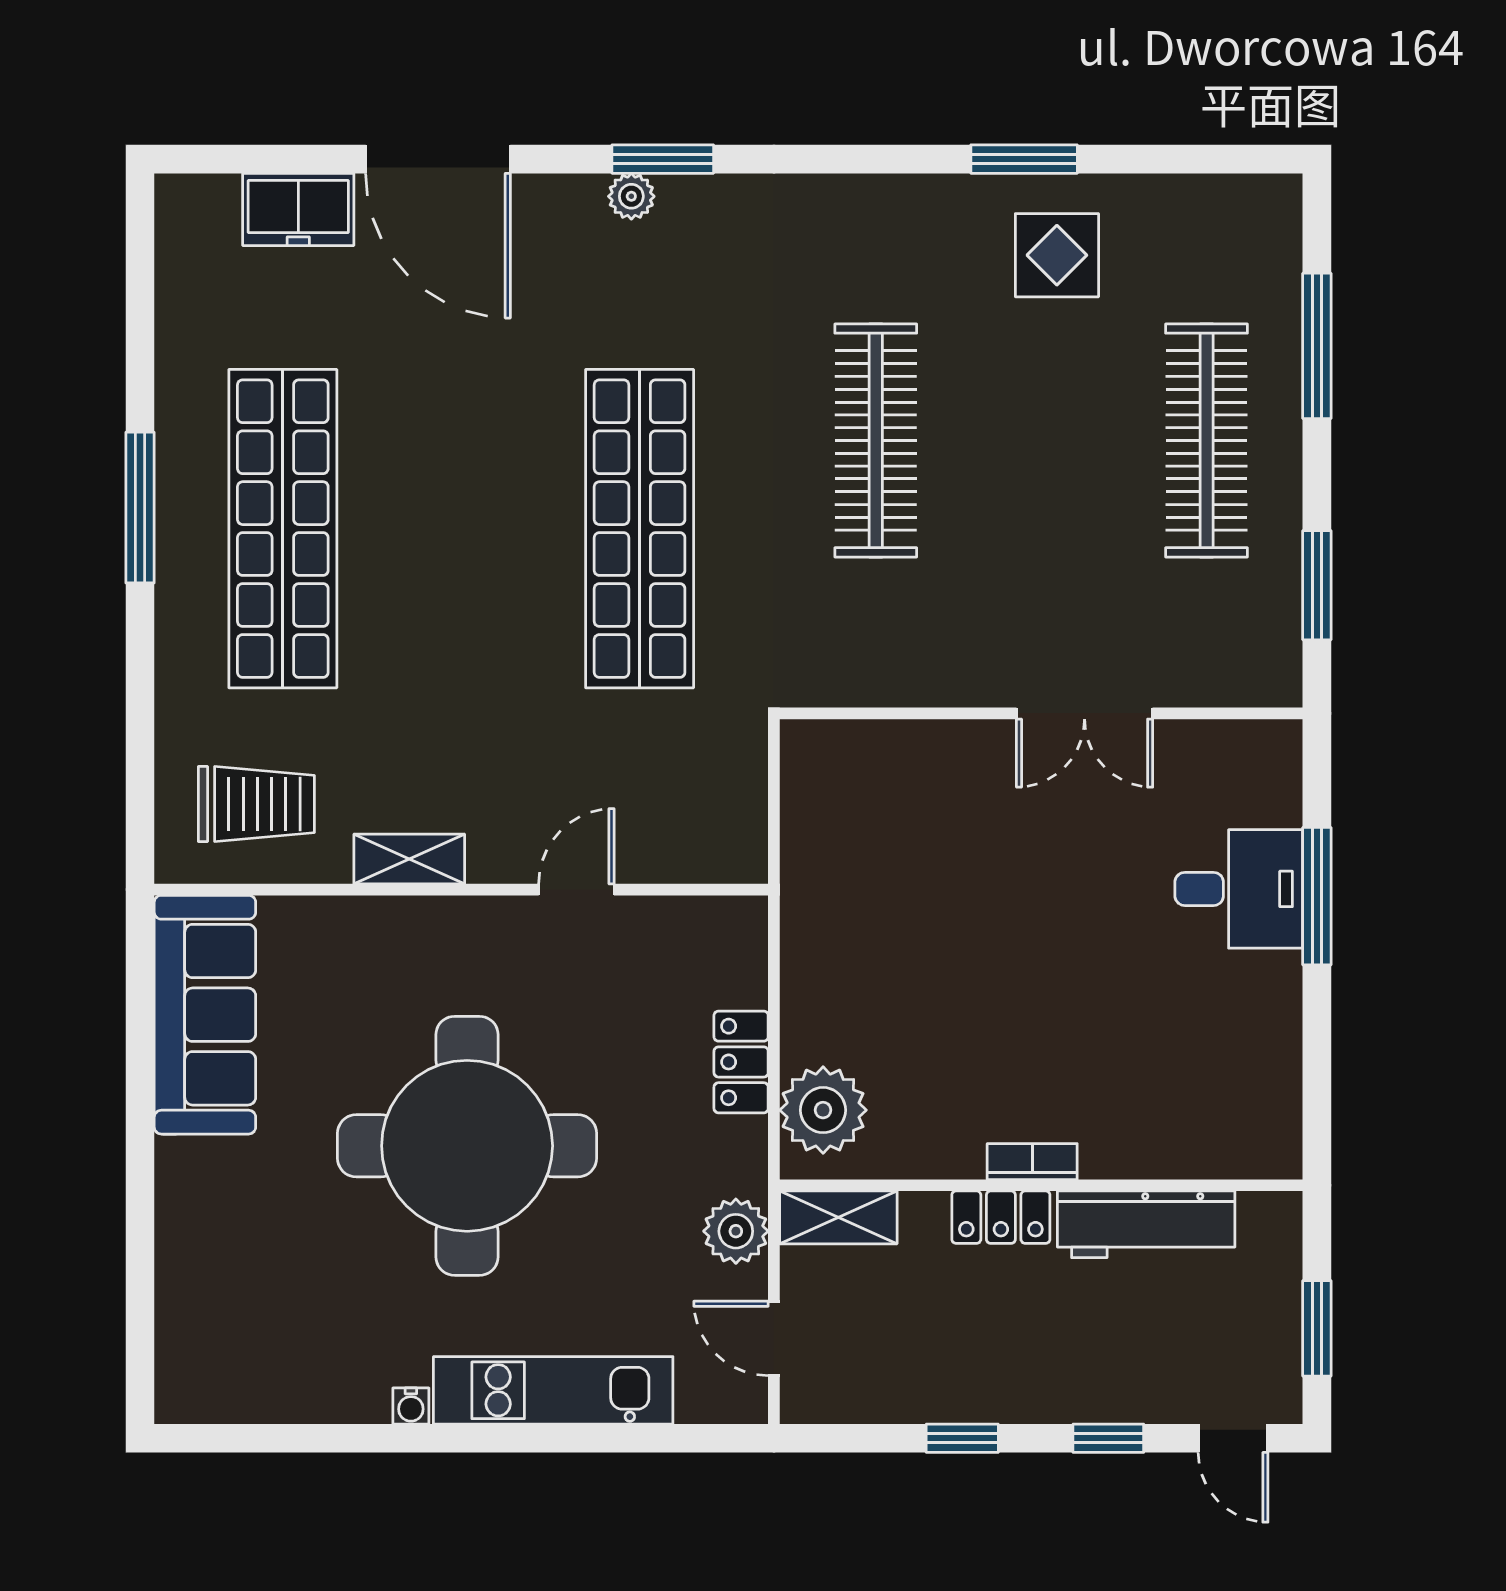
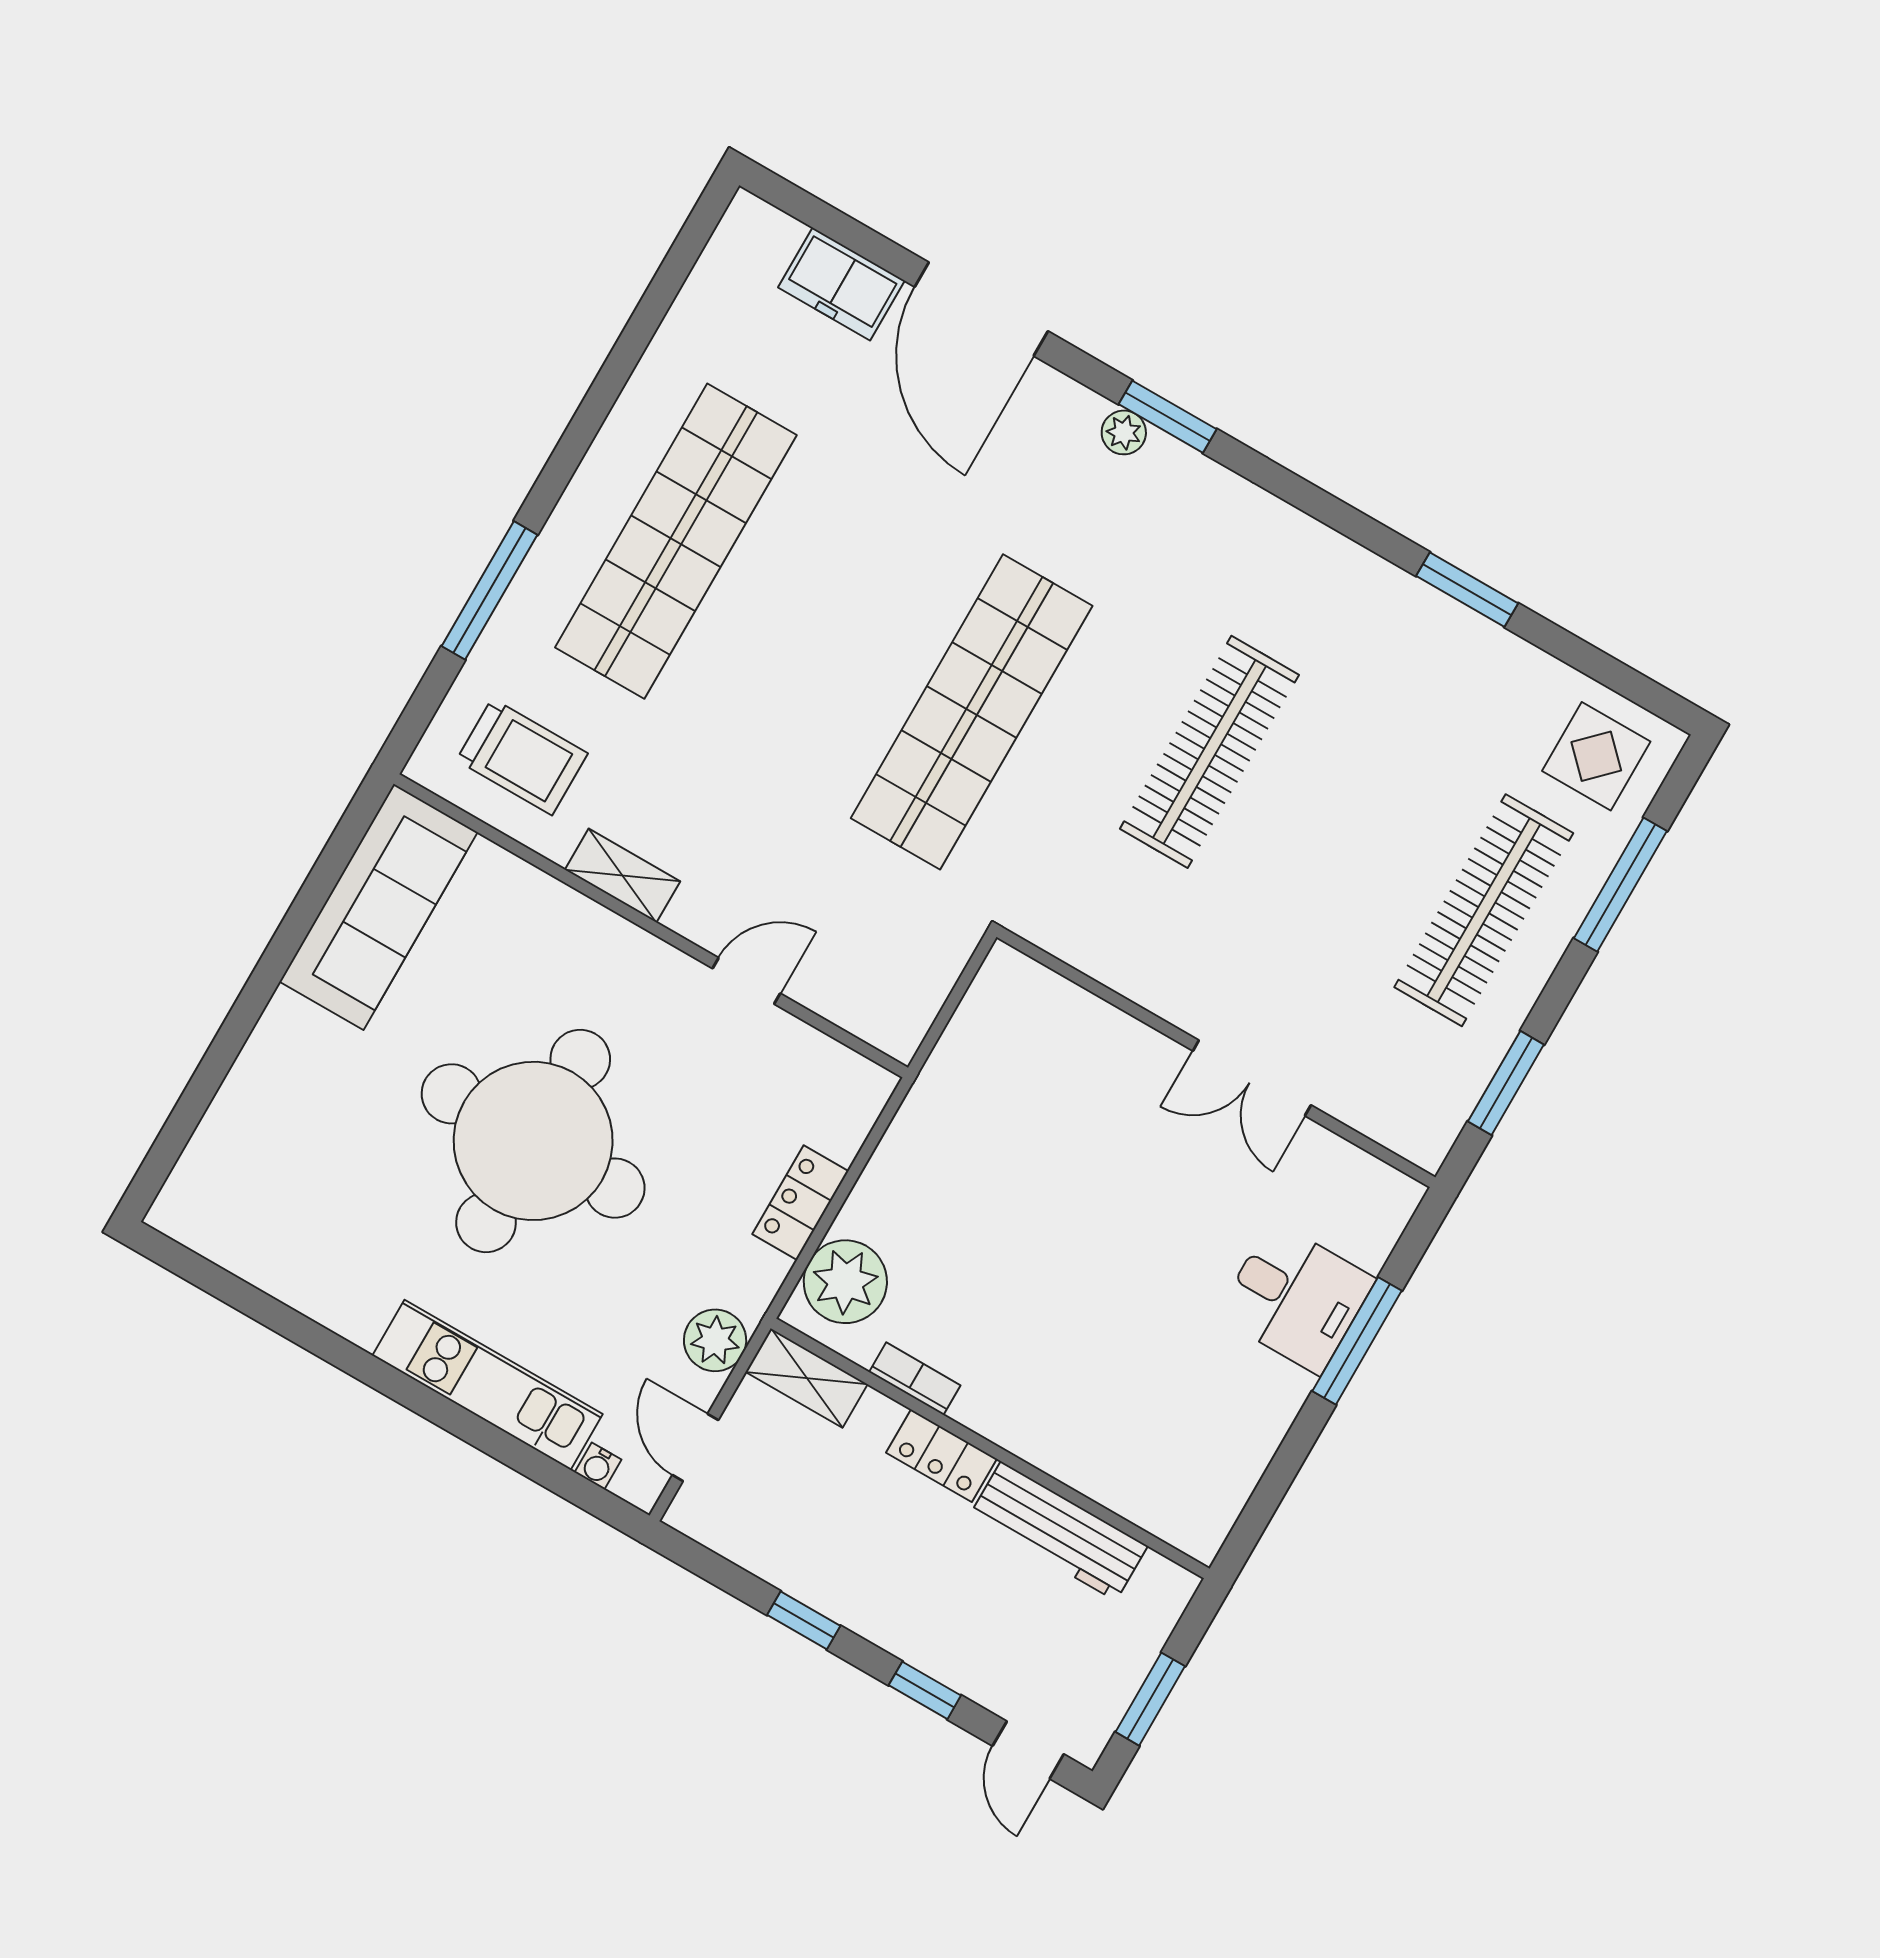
display table: (1057, 255) -> (1596, 756), moved
window: (140, 508) -> (490, 590), moved
bookcase: (1032, 1162) -> (915, 1379), moved
water cooler: (411, 1406) -> (598, 1466), moved

